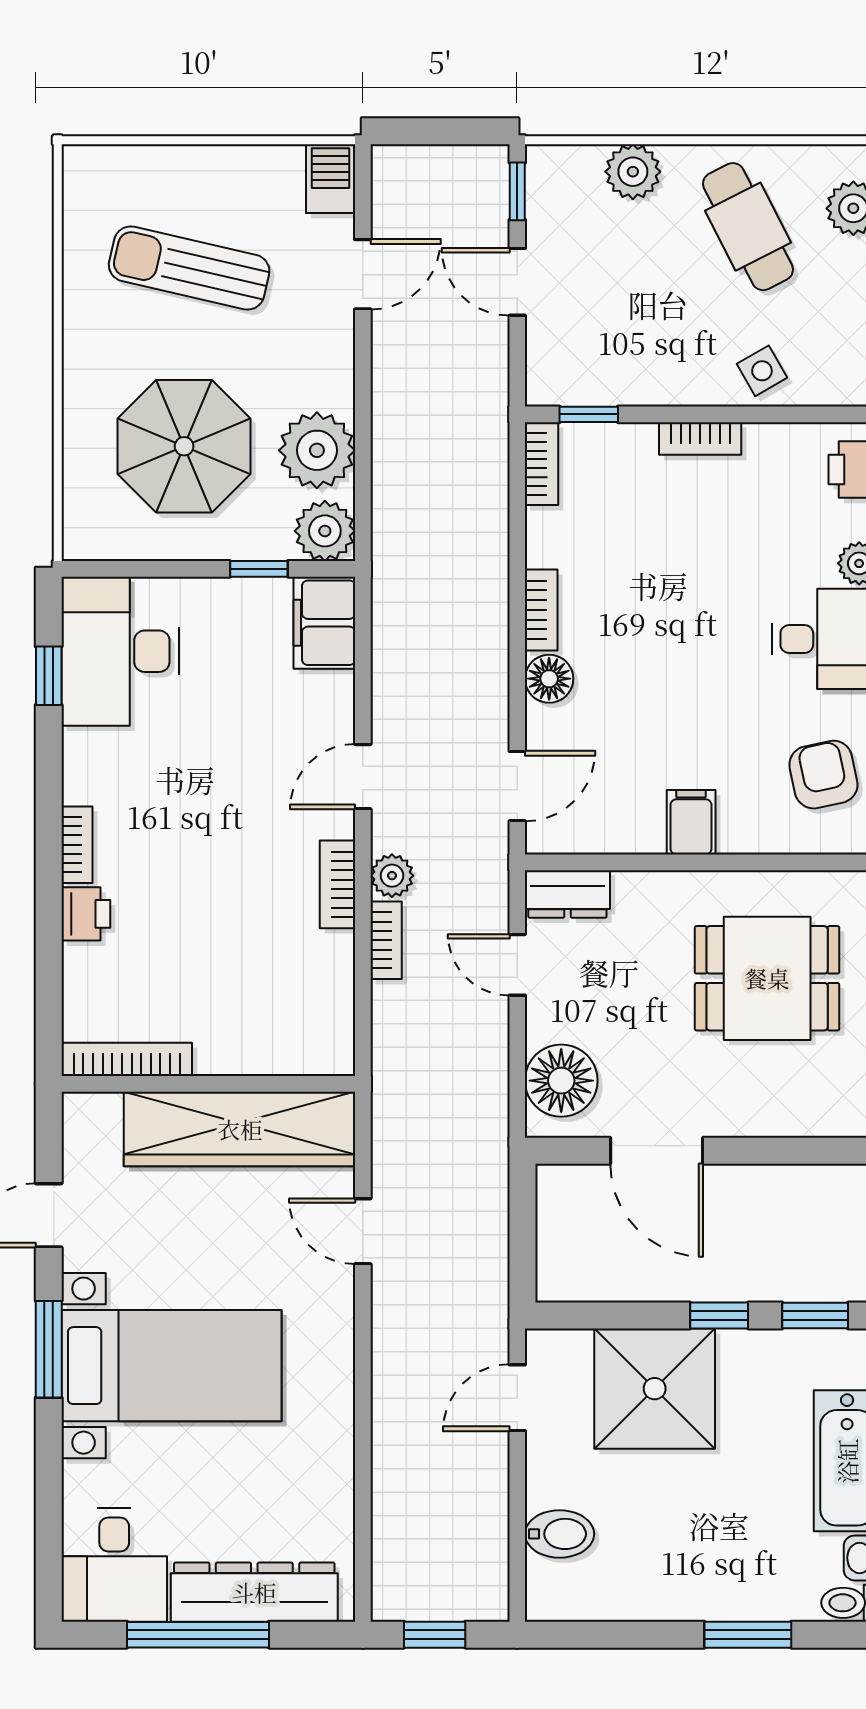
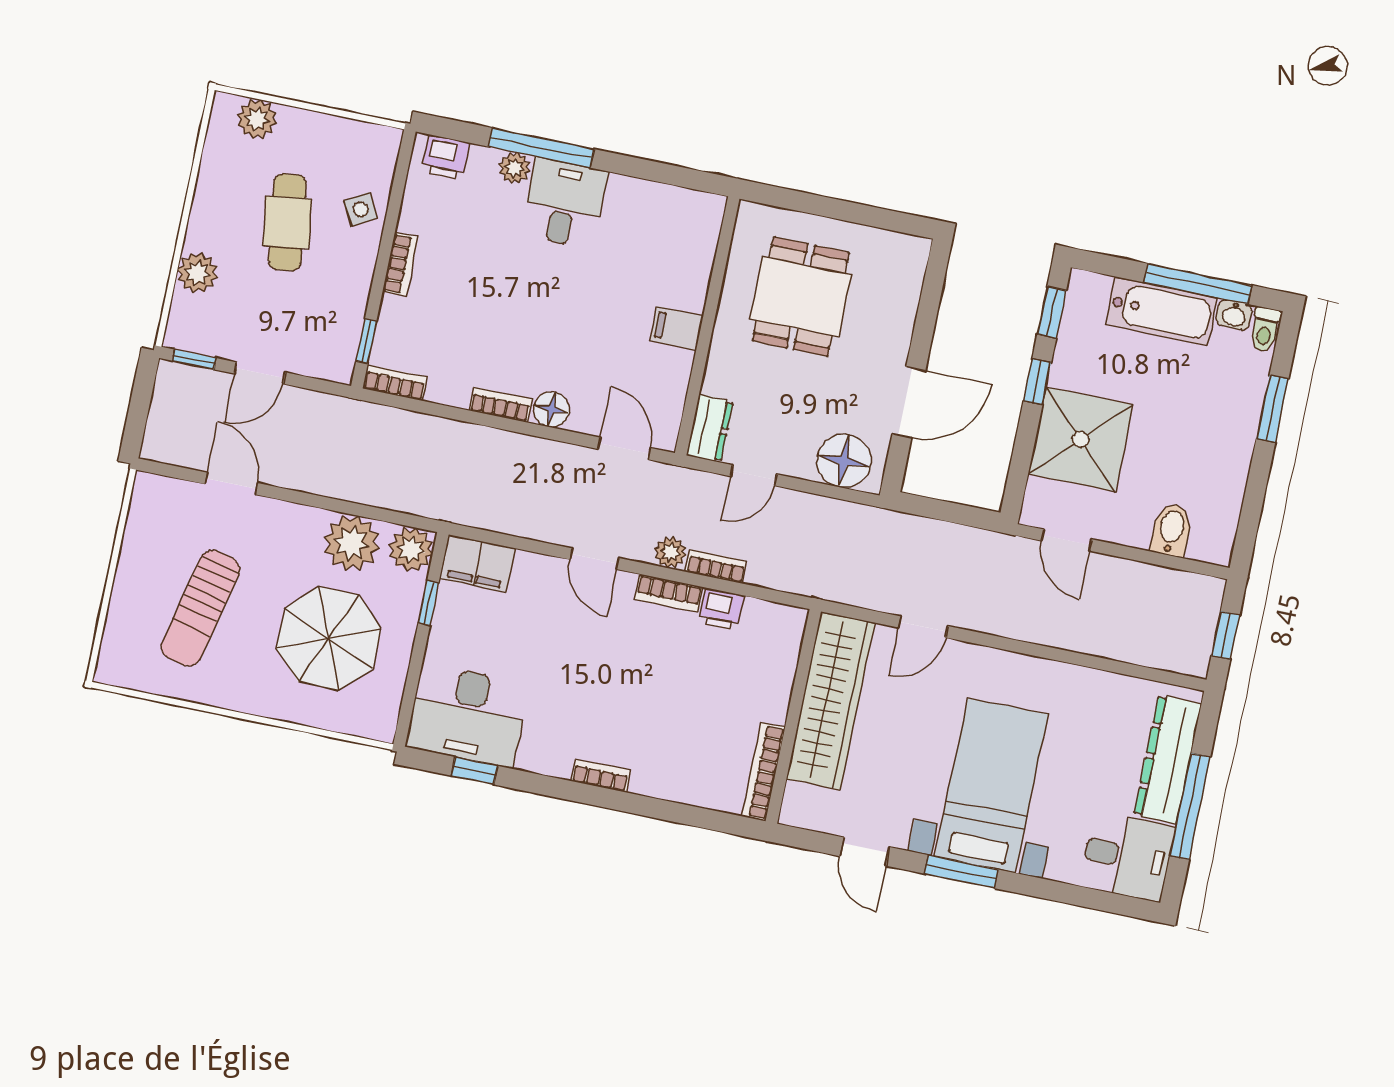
barbecue: (331, 179) -> (157, 492), removed
cafe table: (748, 227) -> (287, 222), moved, turned -71
armchair: (823, 775) -> (662, 225), removed
printer: (86, 914) -> (722, 609), moved, turned 180

